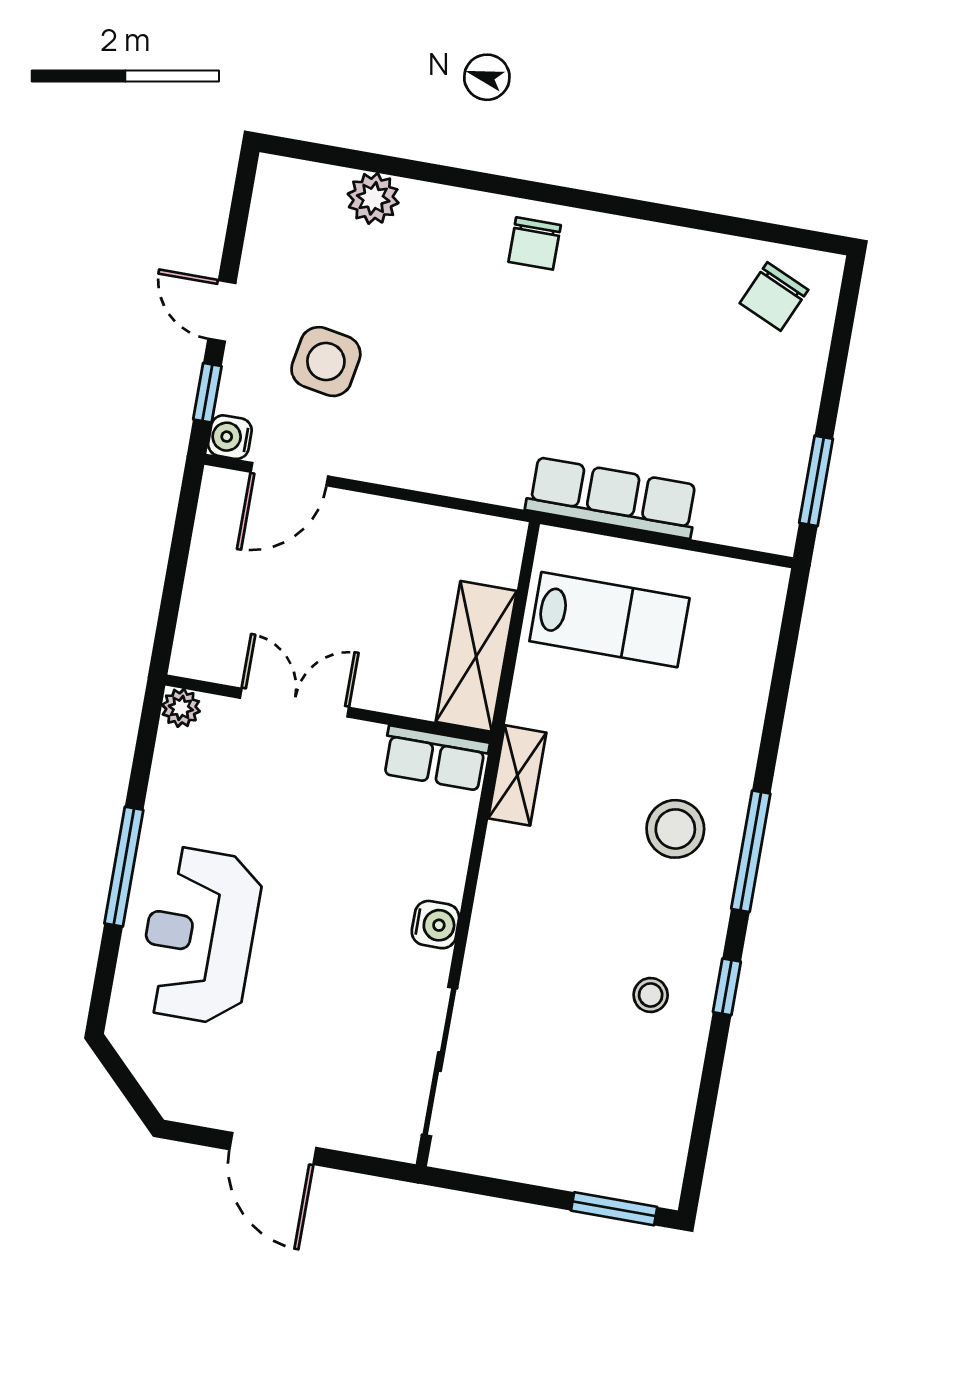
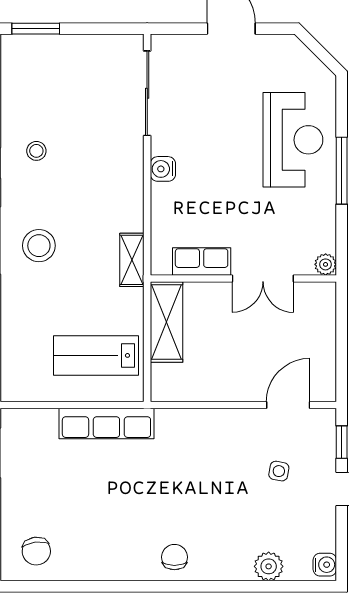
chair: (774, 297) -> (36, 551), turned 148
side table: (326, 362) -> (279, 471), width x0.54, depth x0.54
water cooler: (230, 437) -> (325, 565), moved
row of seats: (435, 758) -> (202, 261), moved

